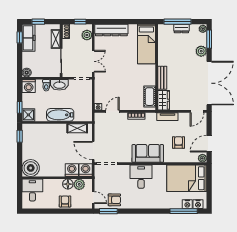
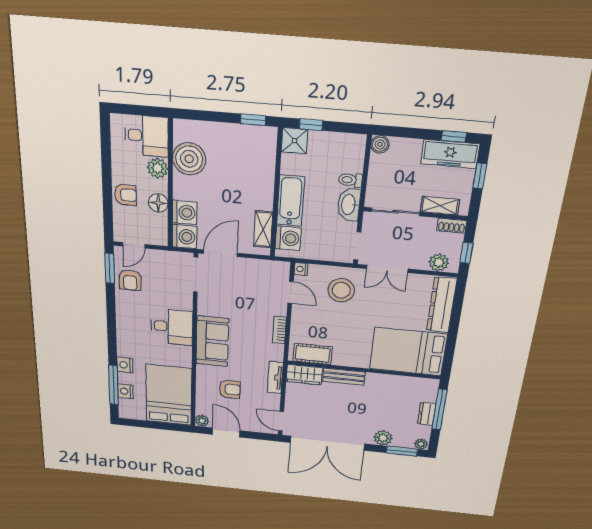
bed: (146, 44) -> (408, 352), width x1.50
stool: (108, 84) -> (341, 290), added
washing machine: (29, 86) -> (288, 238), moved, turned 180
boiler: (31, 168) -> (189, 159), moved
plant: (79, 184) -> (158, 168), moved
nightstand: (198, 204) -> (125, 365), moved

